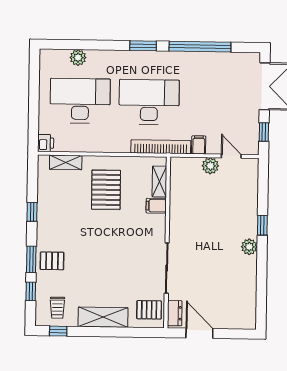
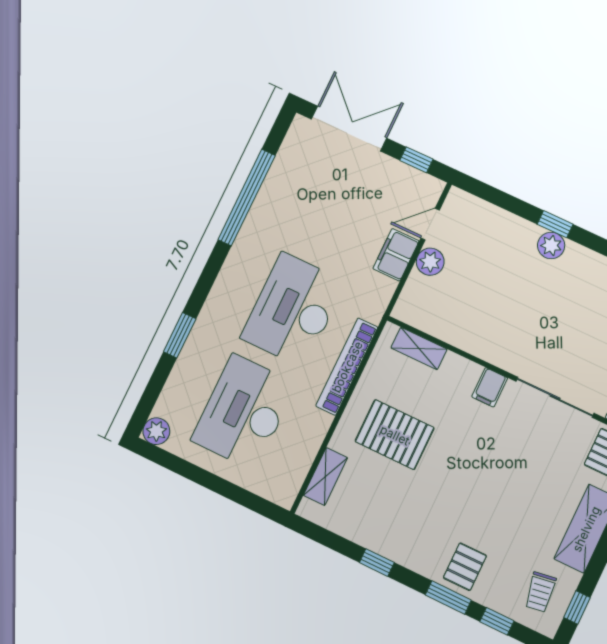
window: (143, 46) -> (180, 335), moved
plant: (78, 58) -> (156, 431), moved
printer: (46, 143) -> (283, 493), removed
filing cabinet: (199, 145) -> (396, 255), width x2.00
bookcase: (161, 147) -> (347, 367), moved
filing cabinet: (156, 206) -> (490, 387), moved
plant: (249, 247) -> (551, 245), moved
trolley: (57, 308) -> (540, 592), turned 81

